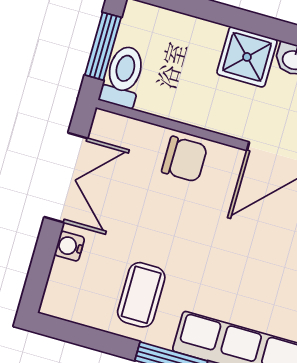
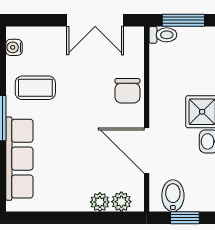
toilet: (123, 76) -> (163, 35), width x0.73, depth x0.72
water cooler: (69, 246) -> (14, 47), moved, turned -90

